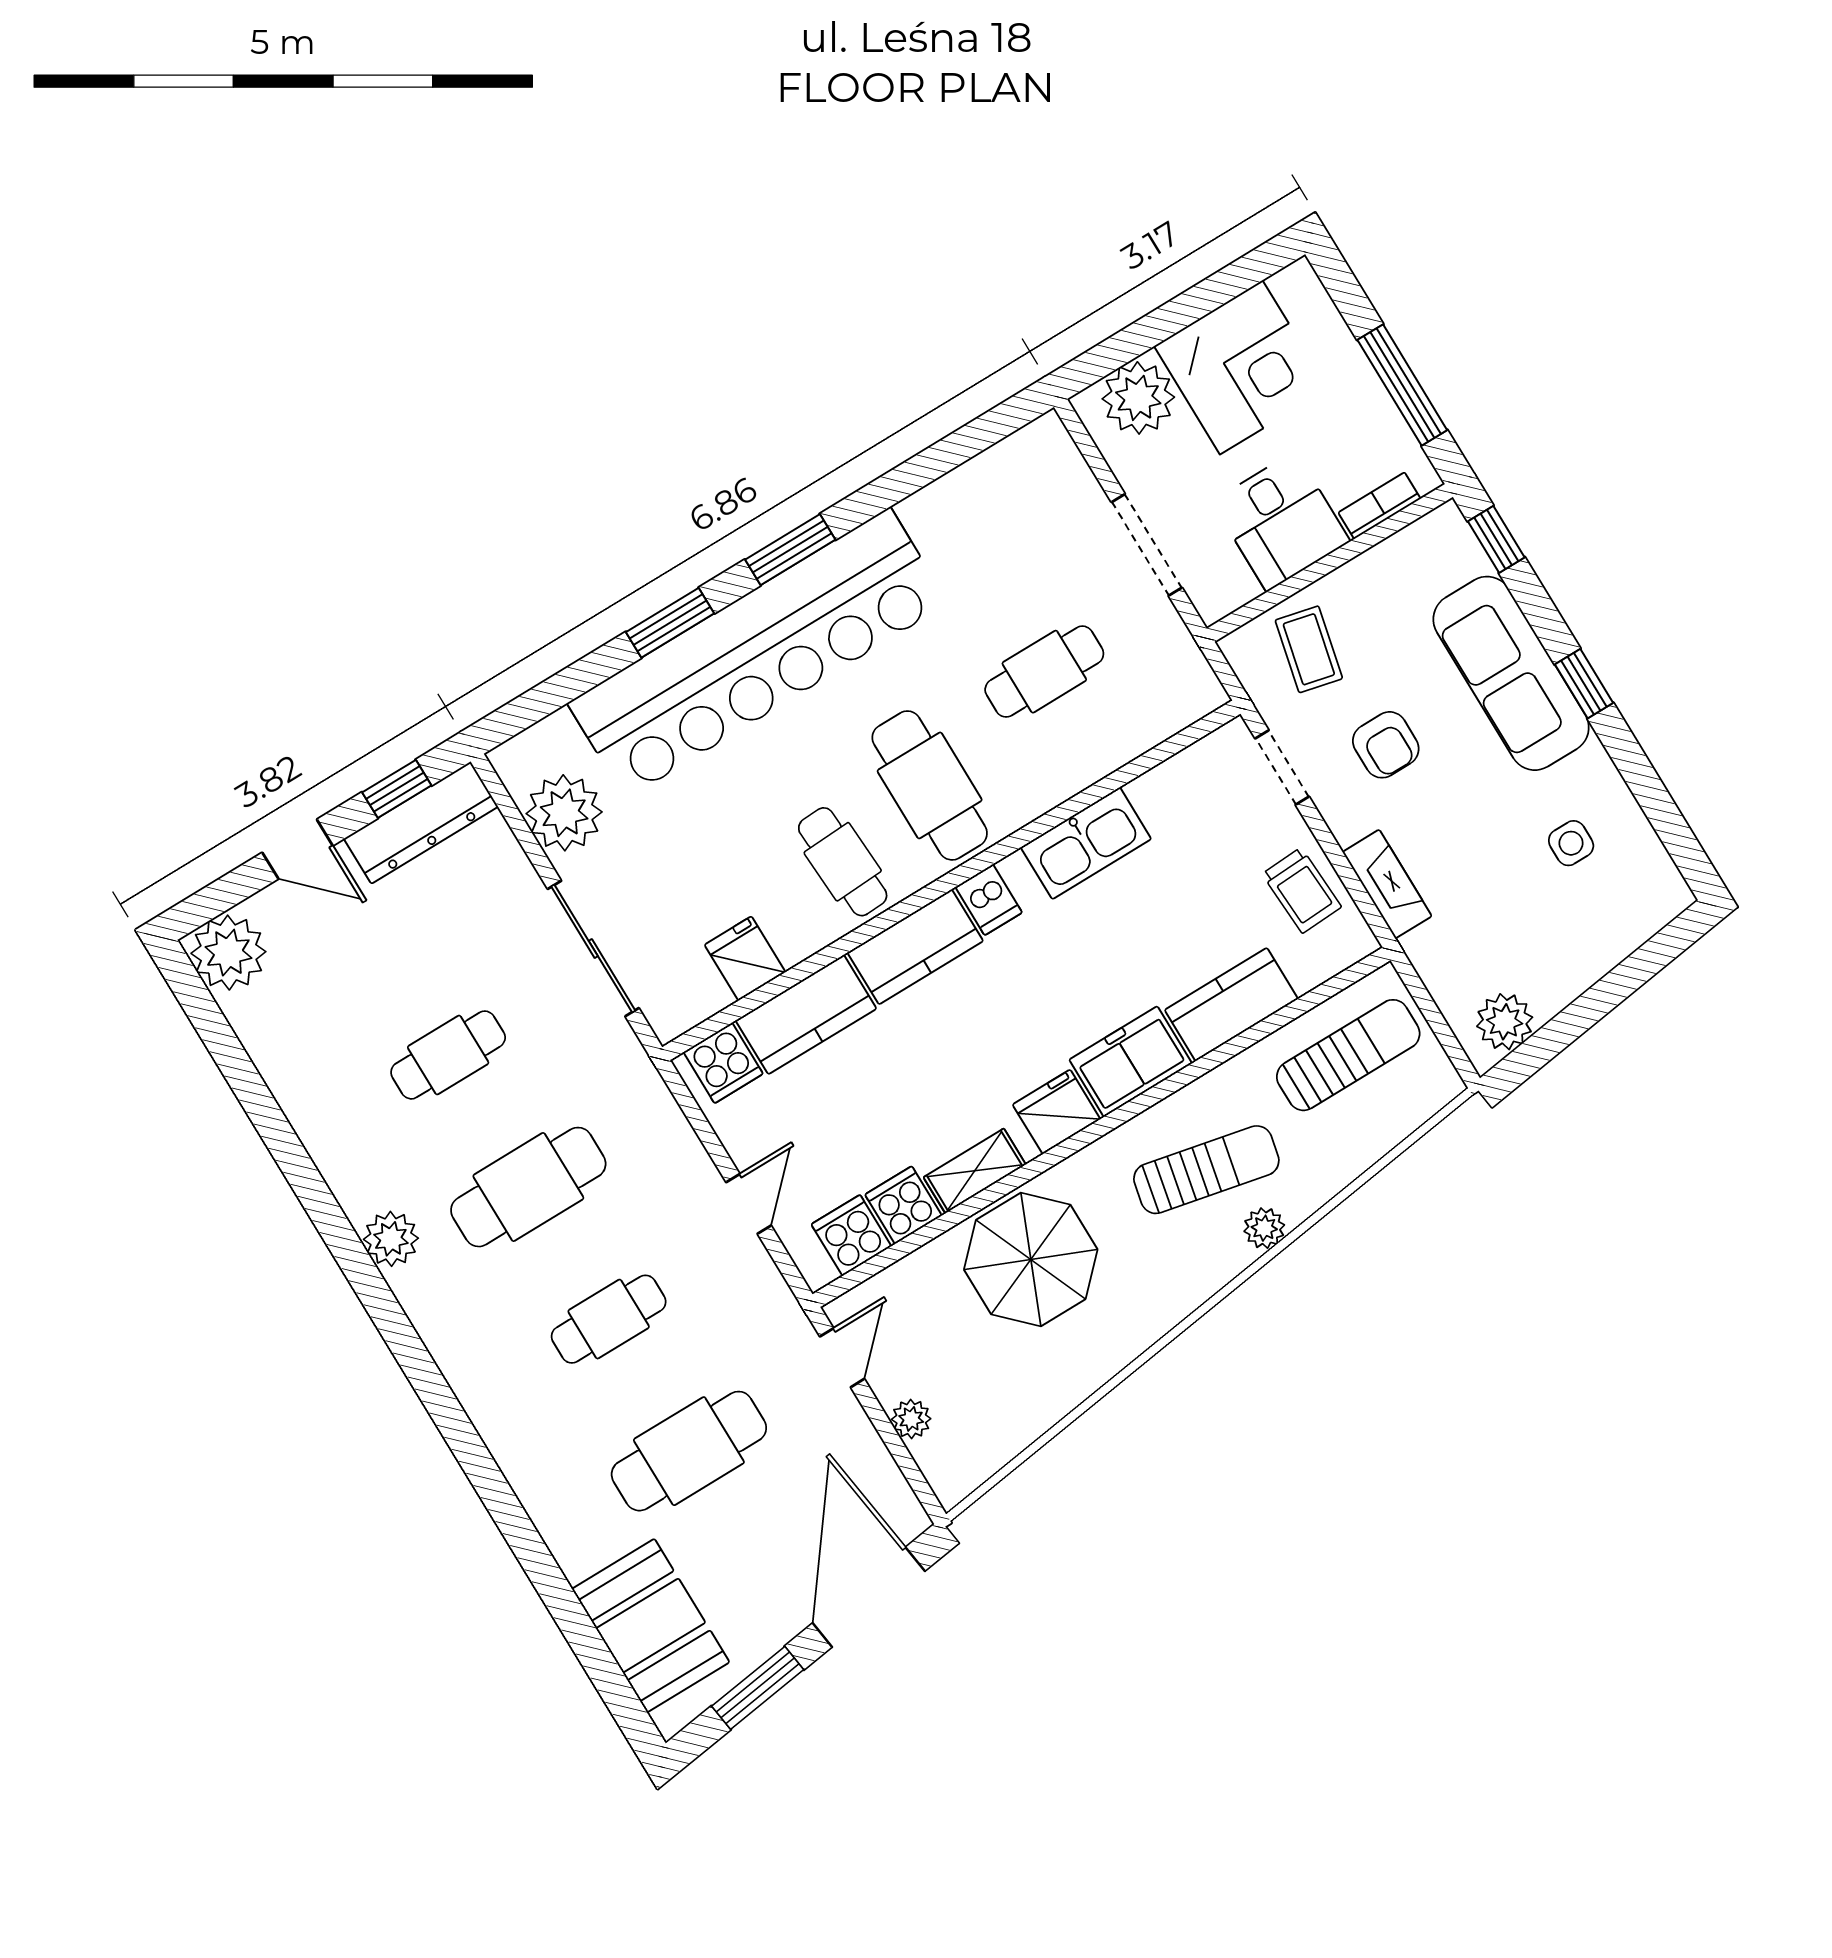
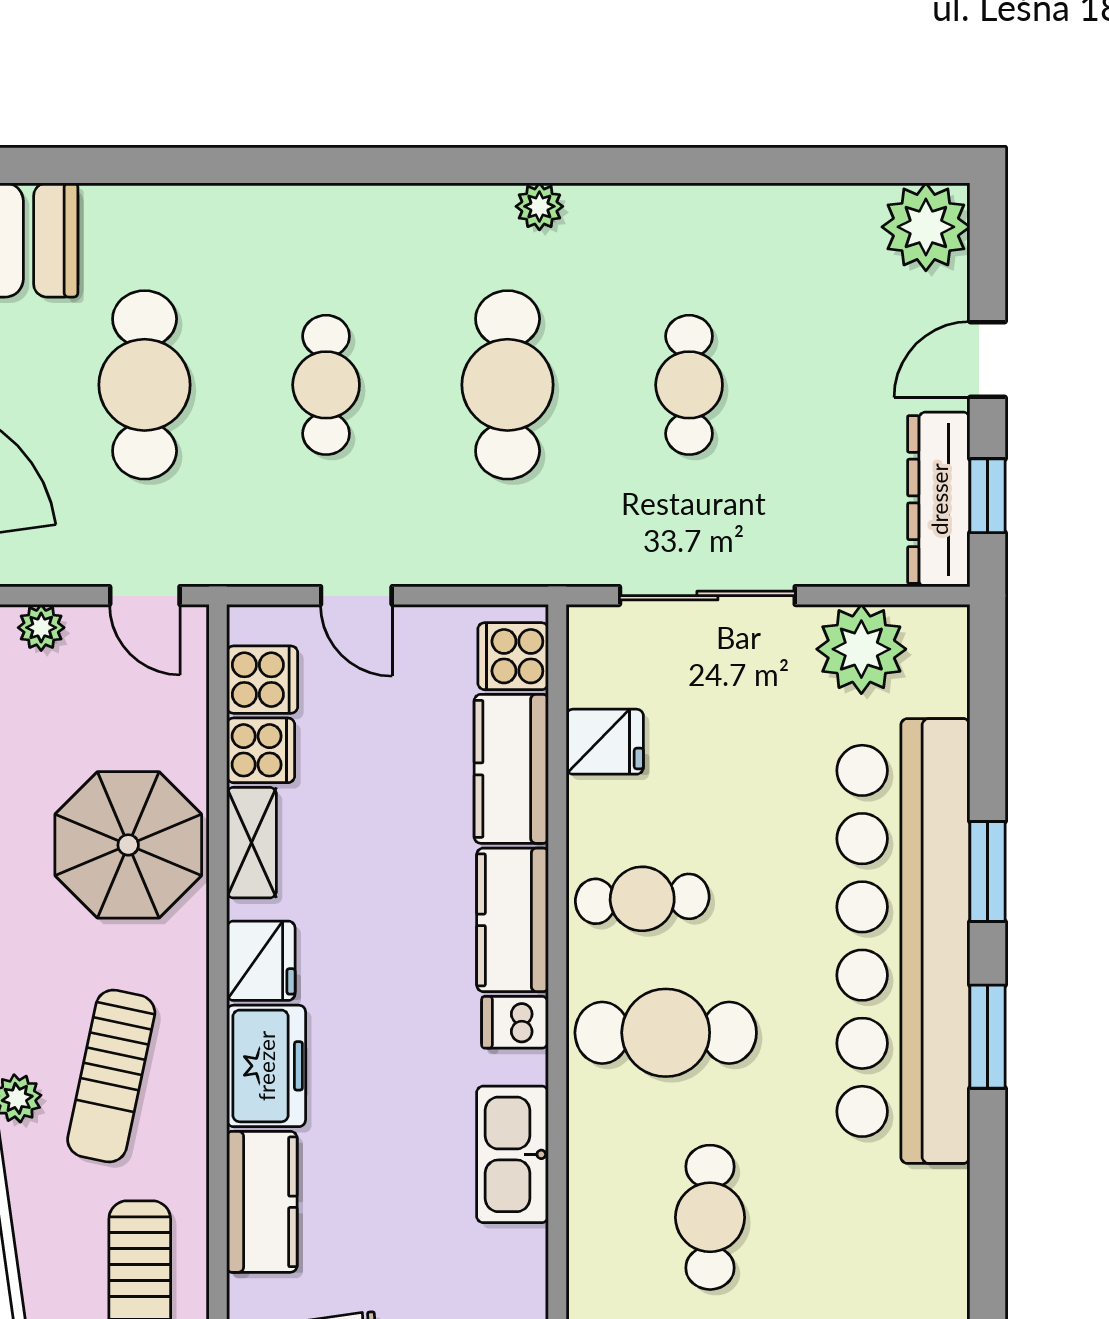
plant: (391, 1239) -> (539, 206), width x0.73, depth x0.73

